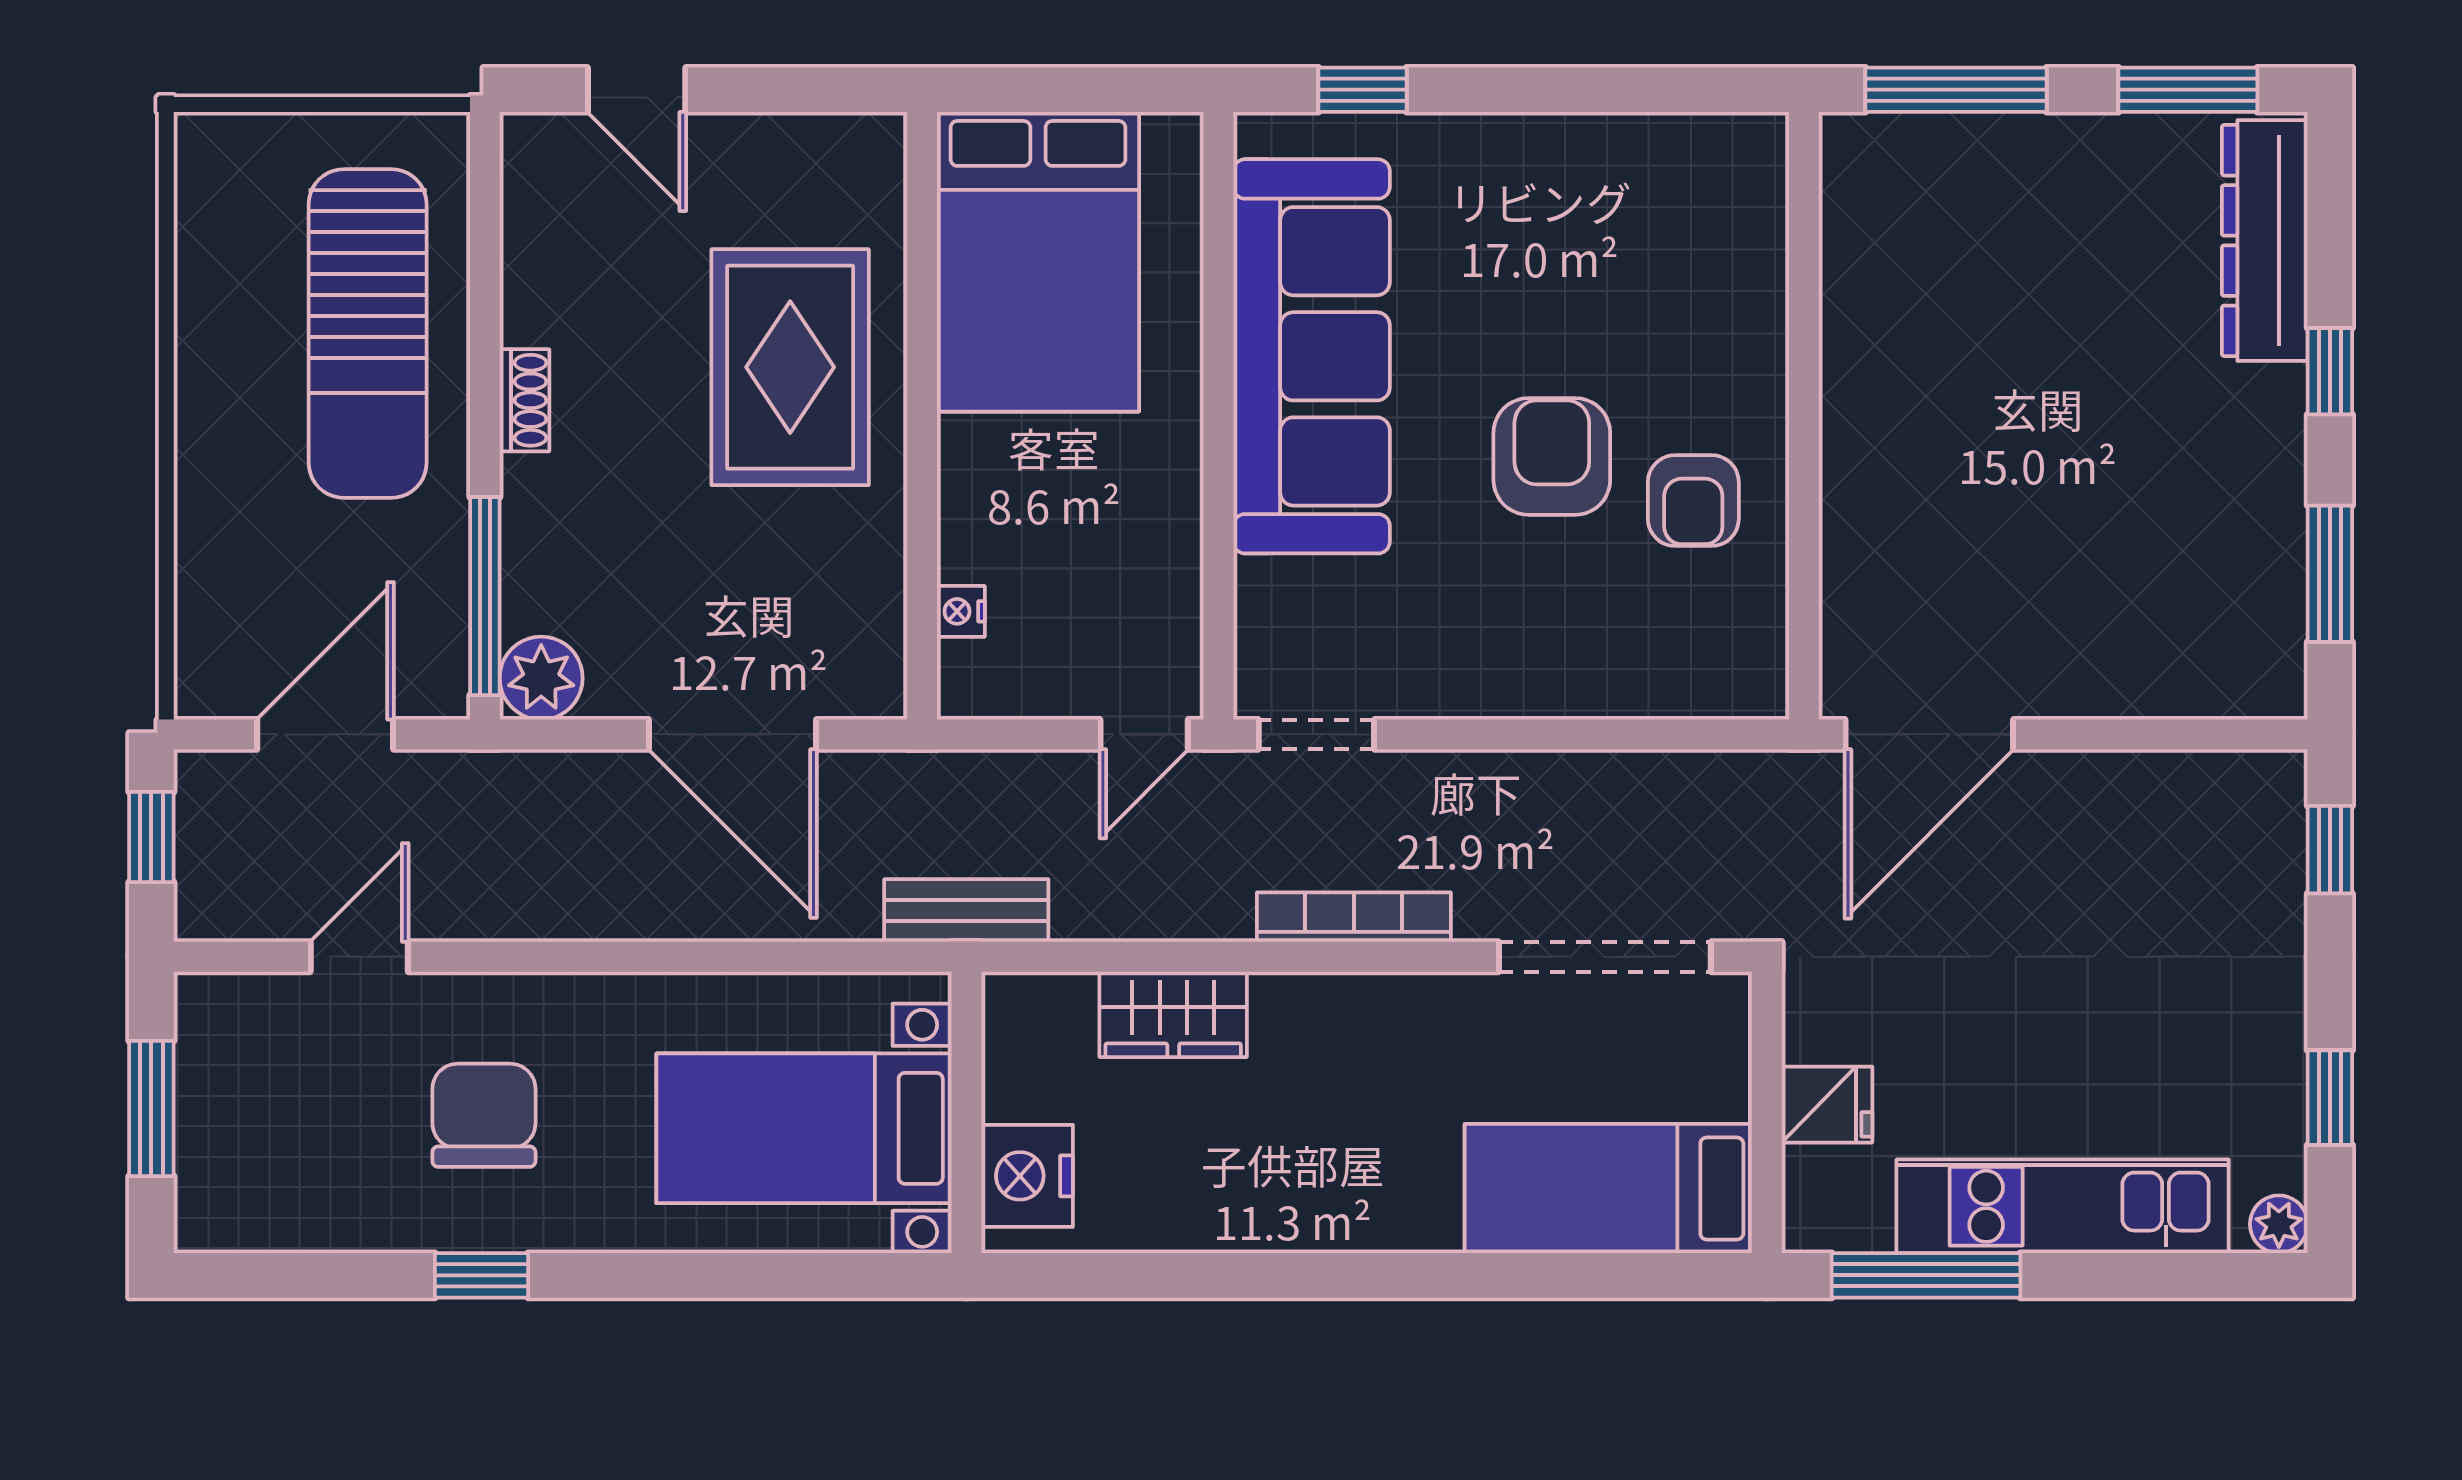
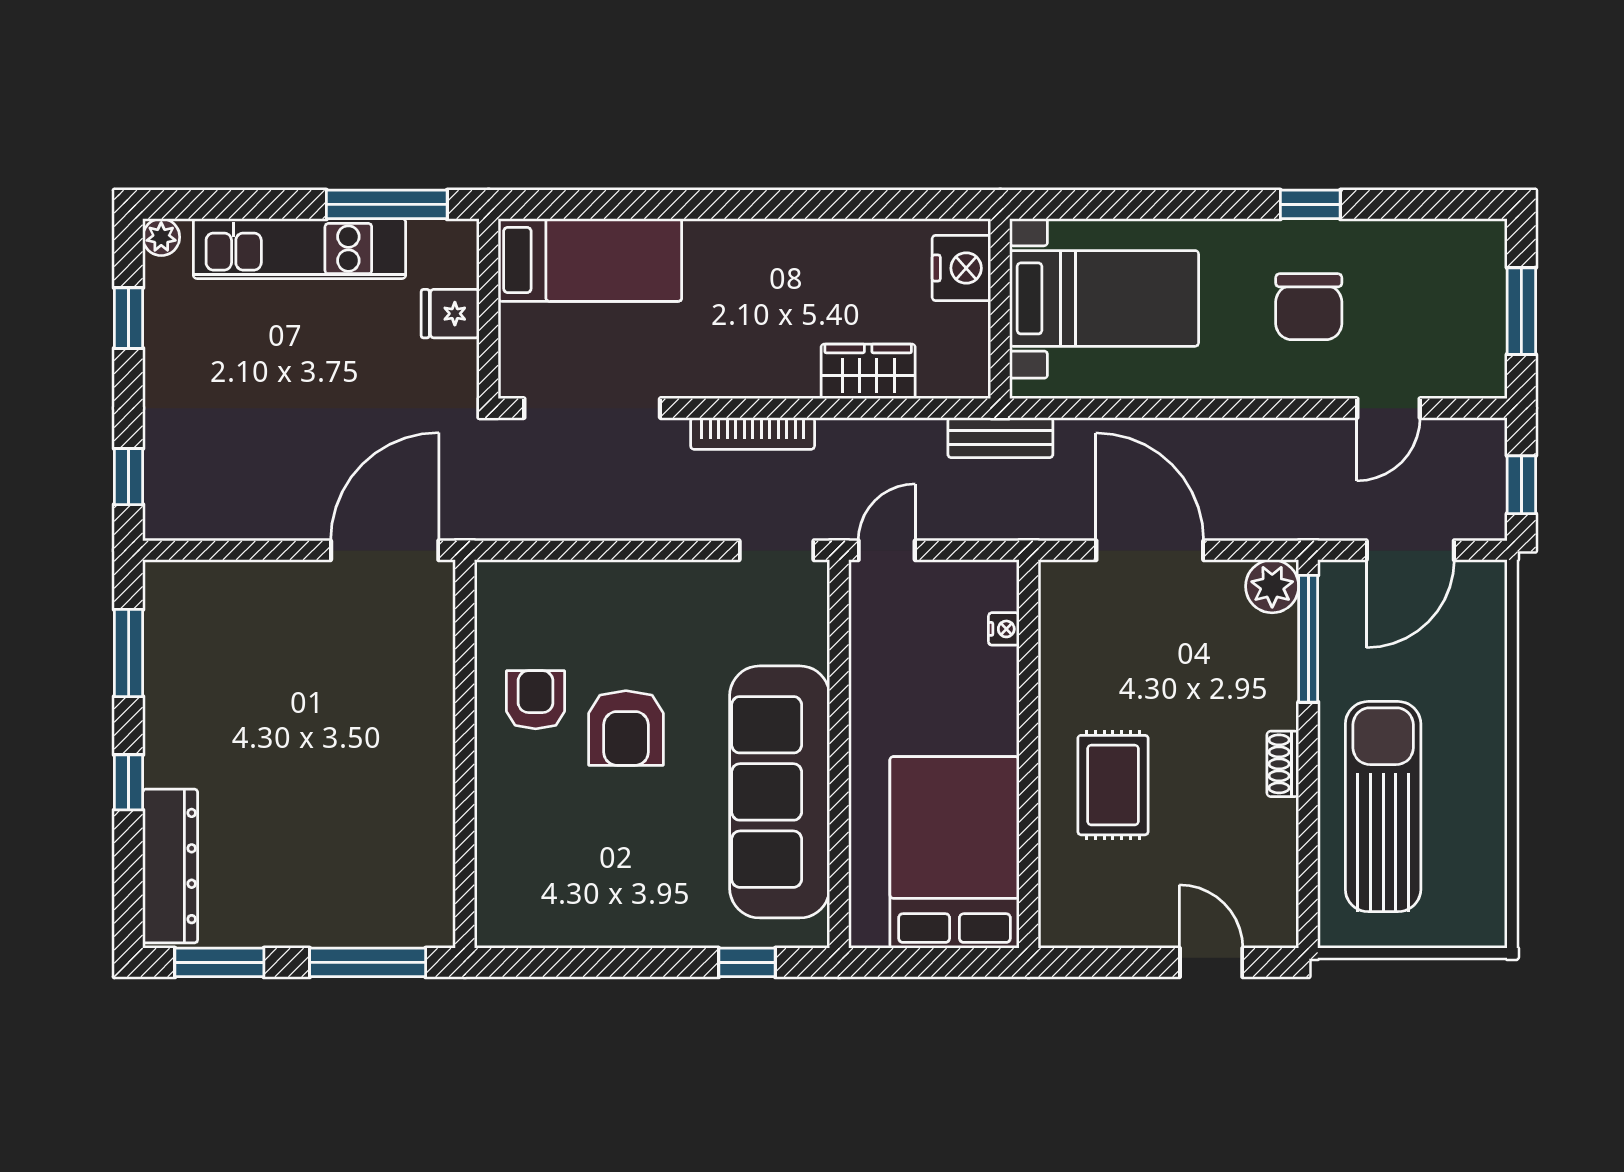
rug: (790, 367) -> (1113, 785), width x0.73, depth x0.70

